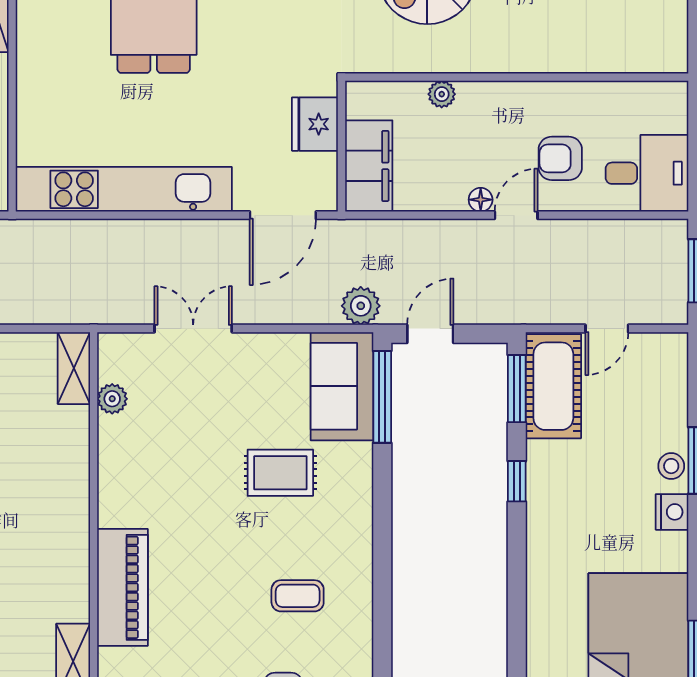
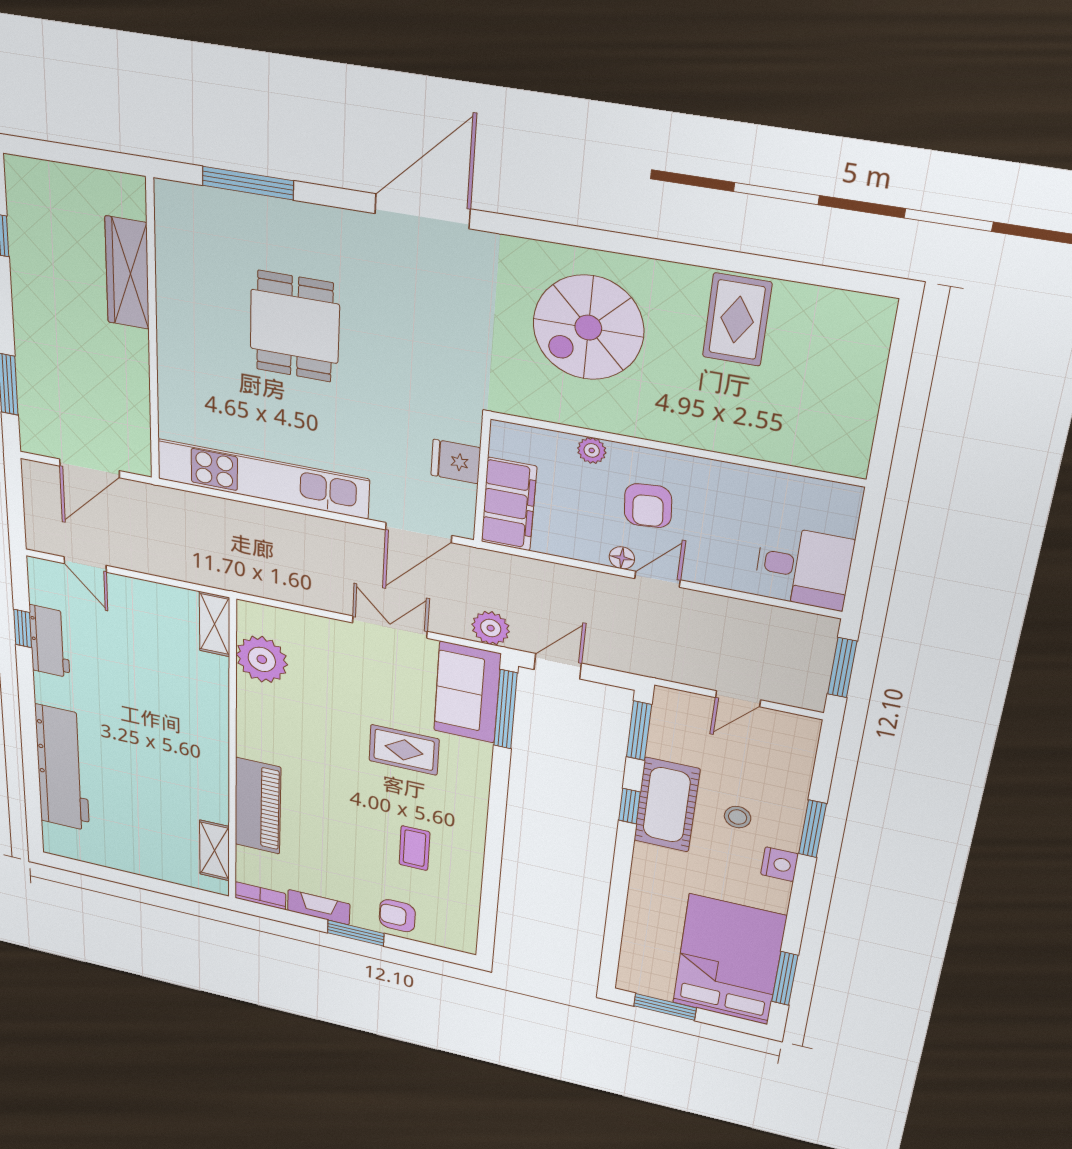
fridge: (315, 124) -> (456, 462), width x0.72
armchair: (560, 158) -> (648, 506), moved, turned -95
double door: (193, 328) -> (390, 627), moved
cot: (553, 386) -> (667, 805), moved
plant: (112, 399) -> (262, 659), width x1.87, depth x1.87
stool: (671, 466) -> (738, 817), moved
coffee table: (298, 596) -> (414, 848), turned 90

